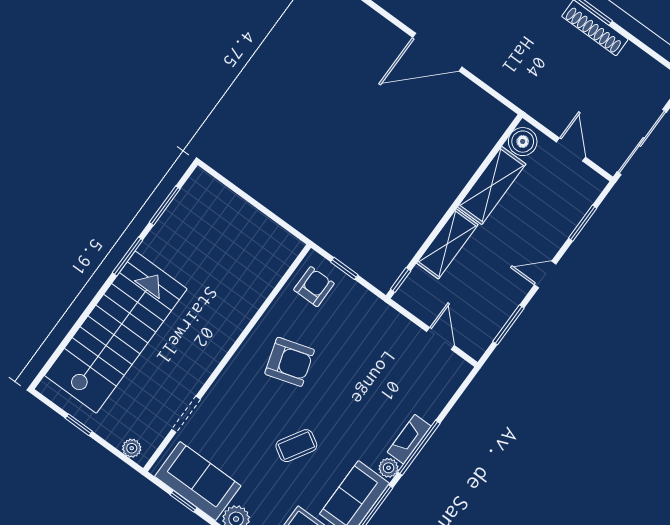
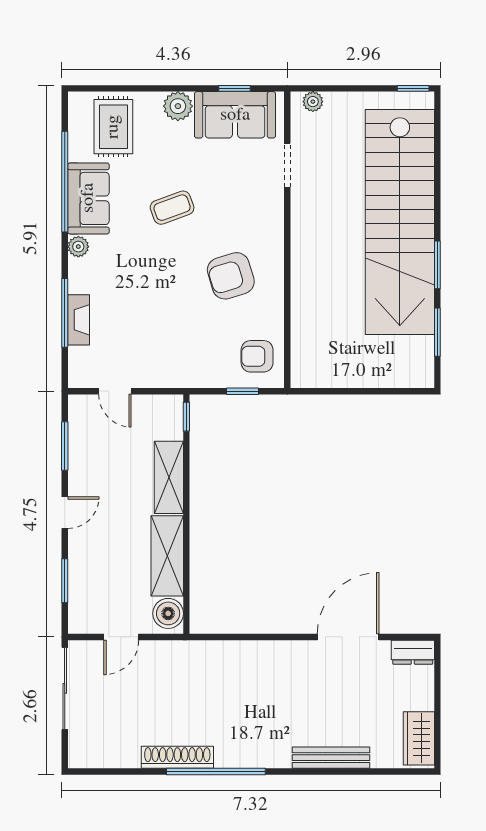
door: (437, 52) -> (348, 637), moved
door: (571, 150) -> (121, 637), hinge flipped
armchair: (314, 287) -> (257, 356), turned 90
stairs: (116, 332) -> (400, 222), width x1.36
window: (79, 425) -> (413, 88), moved
fireplace: (409, 439) -> (79, 320), moved
coffee table: (296, 446) -> (172, 208), turned 39
window: (419, 448) -> (65, 313), moved

